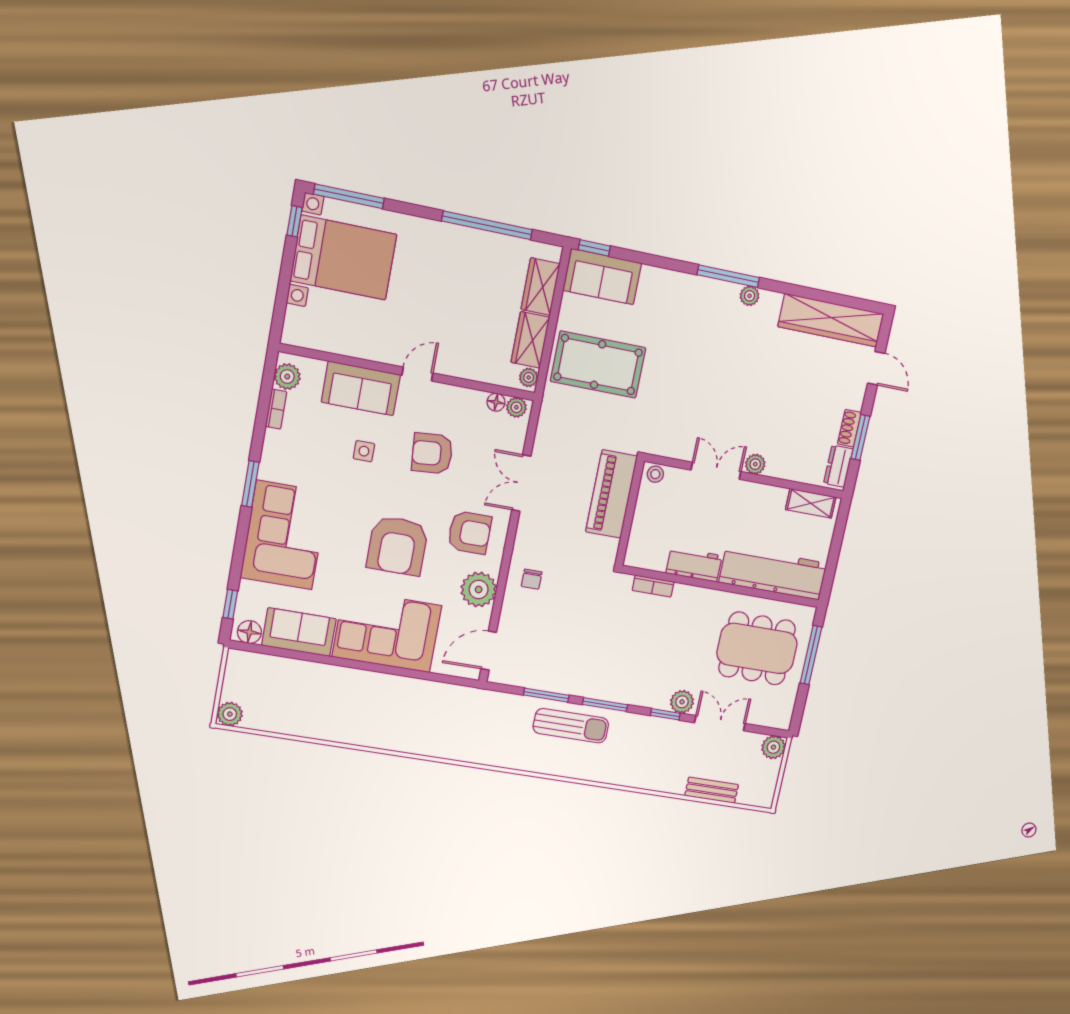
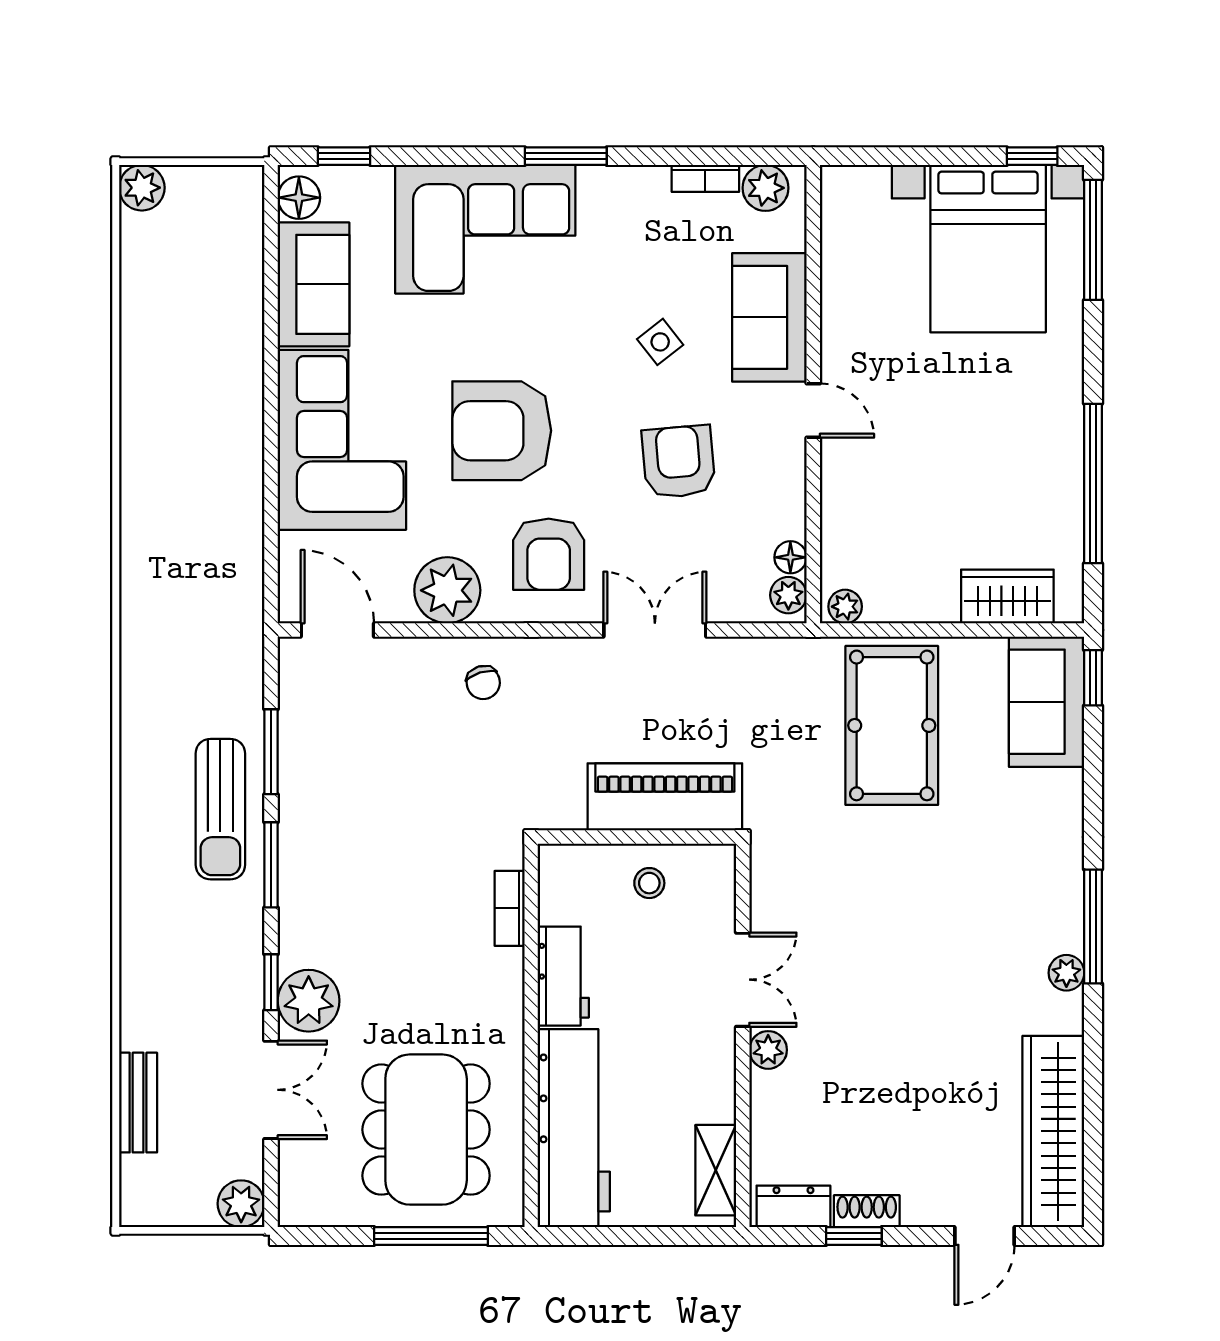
wardrobe: (530, 340) -> (912, 597), removed
window: (860, 437) -> (854, 1236), width x0.67
side table: (364, 451) -> (660, 342), turned -38
stool: (655, 474) -> (649, 883), moved
chair: (532, 579) -> (483, 683), turned -107
plant: (682, 702) -> (309, 1001), width x1.36, depth x1.36

